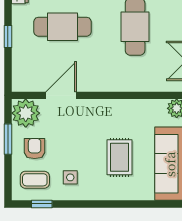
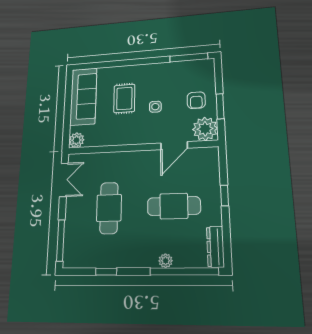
side table: (70, 177) -> (155, 107), moved
coffee table: (35, 180) -> (195, 76), removed
window: (42, 204) -> (189, 57), width x2.17

